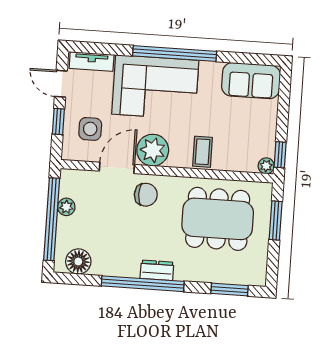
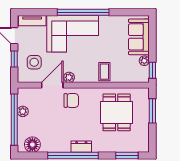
sofa: (251, 81) -> (139, 37), moved, turned 90
plant: (153, 150) -> (69, 77), width x0.53, depth x0.53
plant: (266, 166) -> (144, 61), moved
dining table: (218, 219) -> (117, 112), width x0.73

